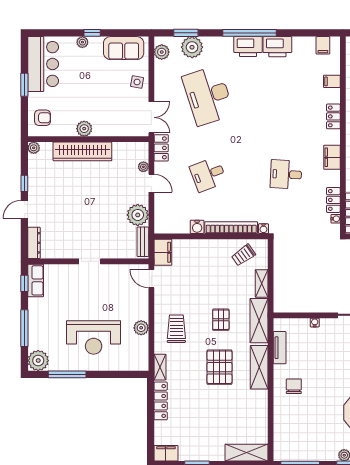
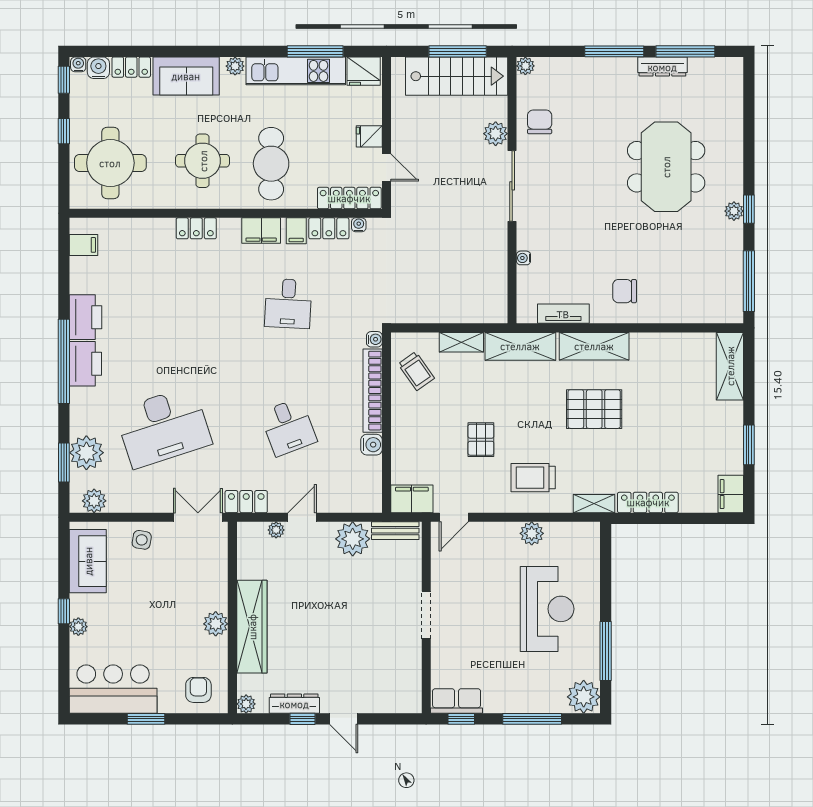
filing cabinet: (332, 81) -> (296, 231), moved
dresser: (34, 243) -> (294, 704), moved
doorway: (90, 261) -> (426, 615), width x1.38
pallet: (221, 320) -> (481, 440), moved, turned 90

